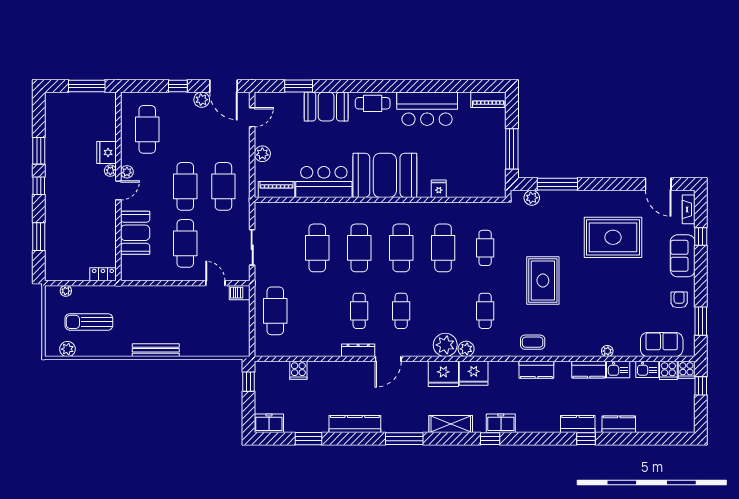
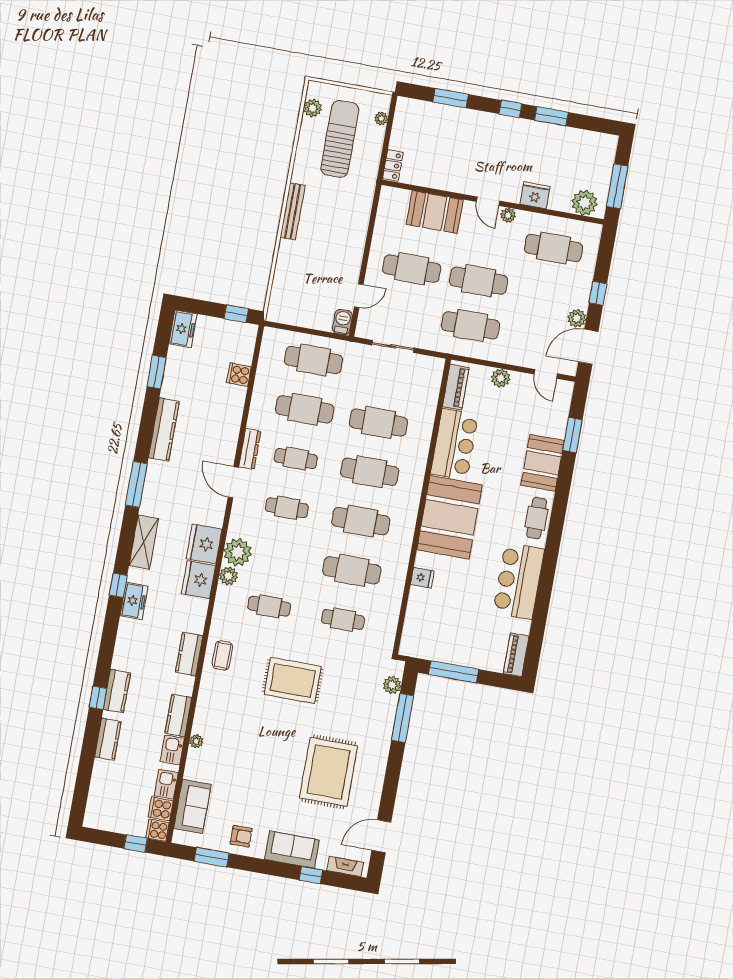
plant: (110, 171) -> (585, 203), moved, width x1.87, depth x1.87
cafe table: (317, 311) -> (305, 409), added
sun lounger: (89, 322) -> (340, 139), width x1.36, depth x1.34

